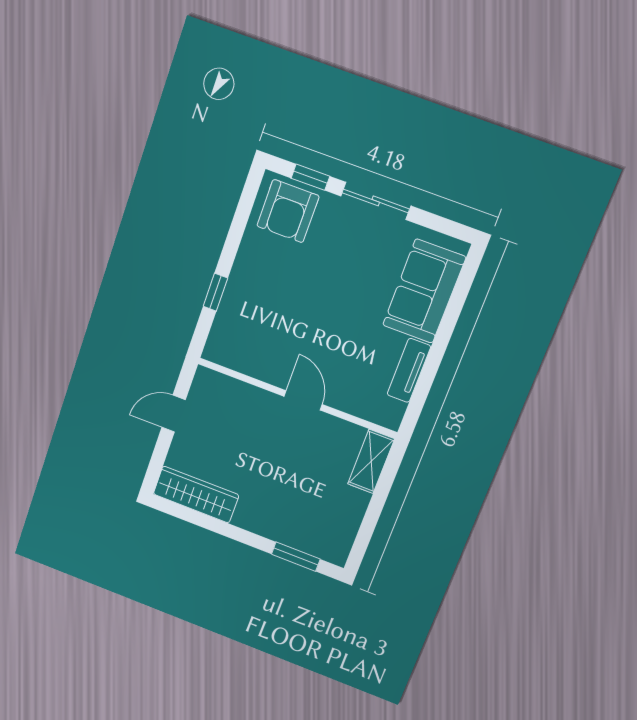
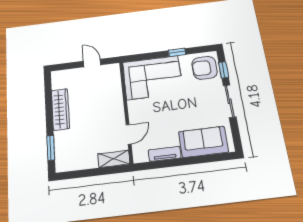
window: (215, 292) -> (177, 52), moved
corner sofa: (258, 318) -> (153, 78), added
door: (303, 400) -> (129, 134), moved
wardrobe: (196, 494) -> (60, 109), moved

